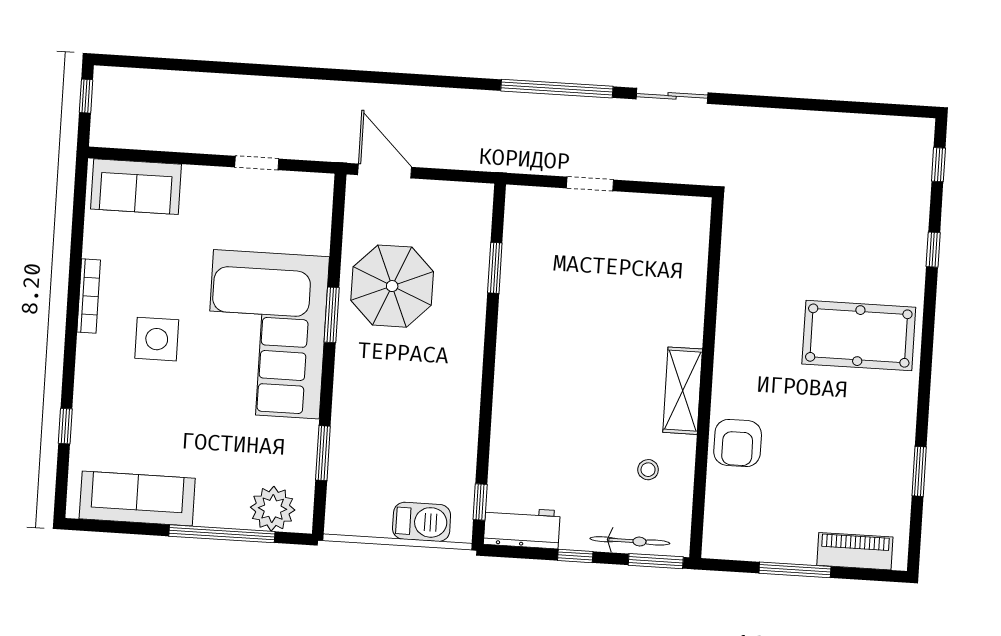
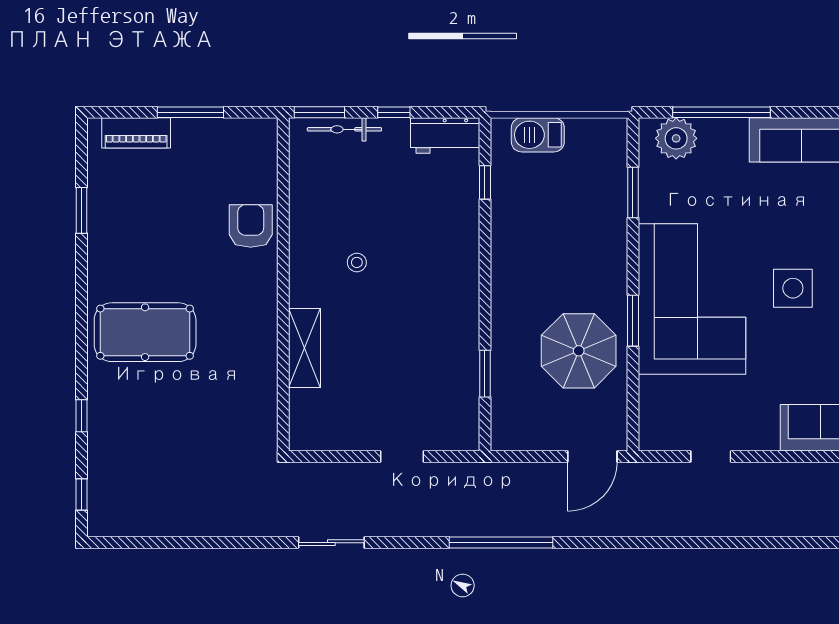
window: (557, 89) -> (501, 543), moved
door: (385, 171) -> (592, 457), hinge flipped
shelving: (683, 391) -> (304, 348), moved
stool: (648, 470) -> (357, 262), moved
window: (480, 502) -> (485, 182), moved

